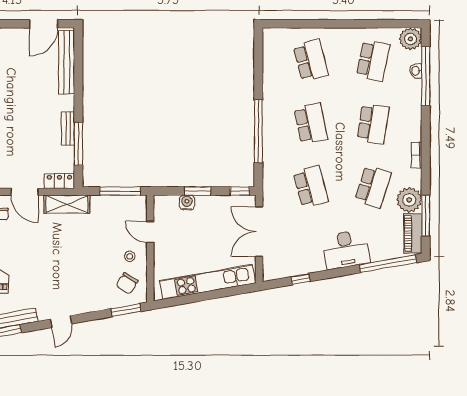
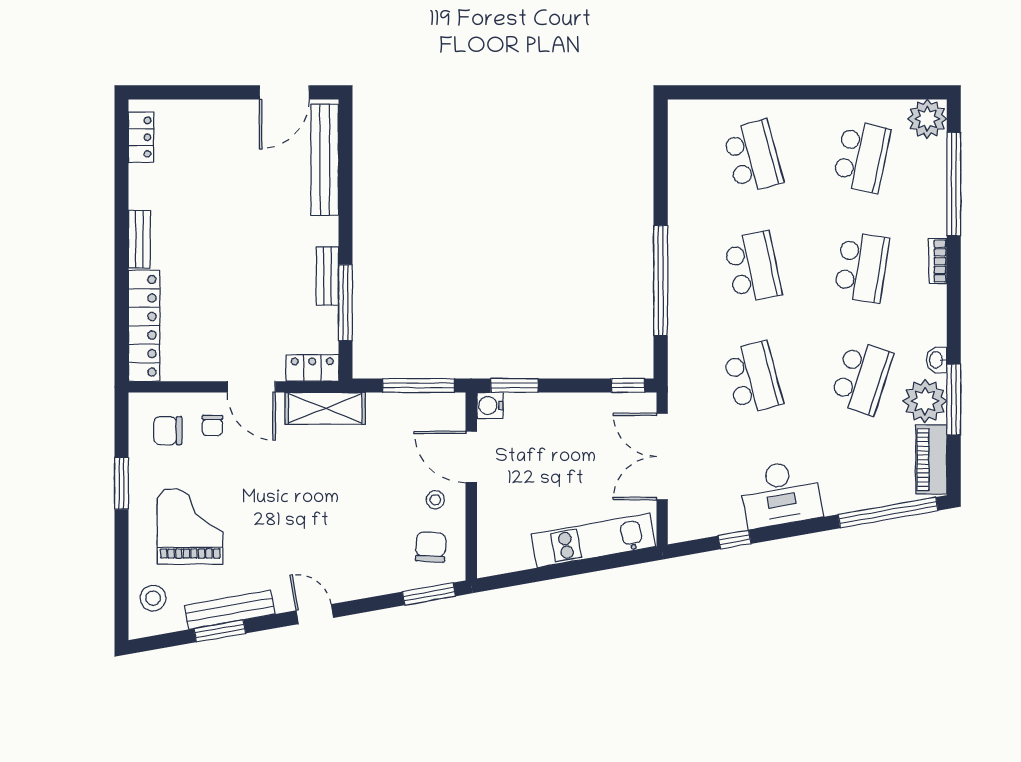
washbasin: (416, 71) -> (937, 360), moved
bookcase: (417, 155) -> (938, 261), moved
window: (198, 191) -> (514, 385), moved
water cooler: (187, 202) -> (490, 405), moved, turned -90
window: (426, 216) -> (954, 400), moved
door: (150, 232) -> (471, 457), width x1.38
desk: (346, 250) -> (781, 494), moved
kitchen unit: (208, 282) -> (593, 540), width x0.73
chair: (127, 283) -> (431, 547), turned 151
door: (61, 322) -> (315, 614), swing flipped

